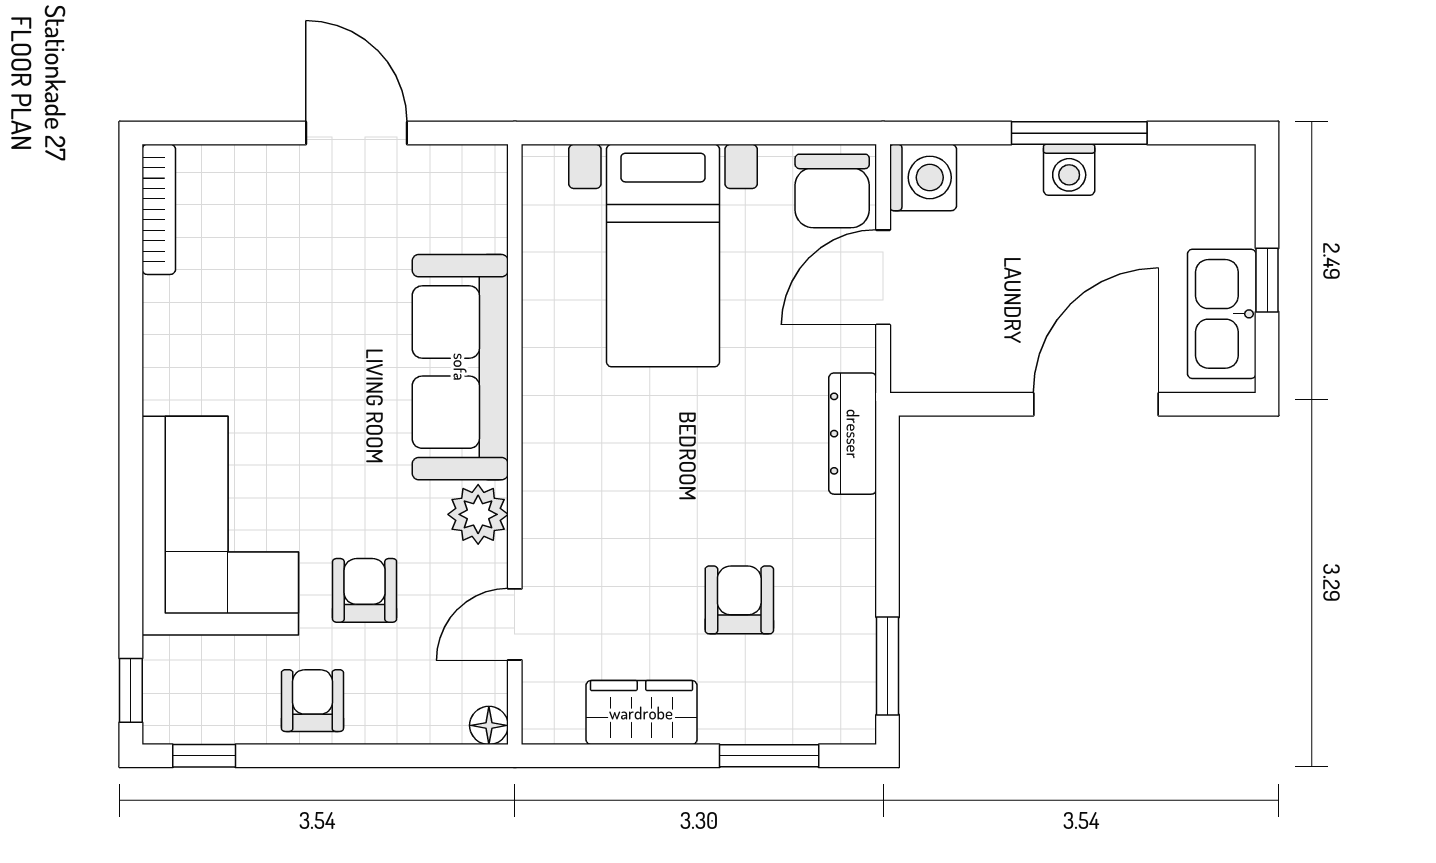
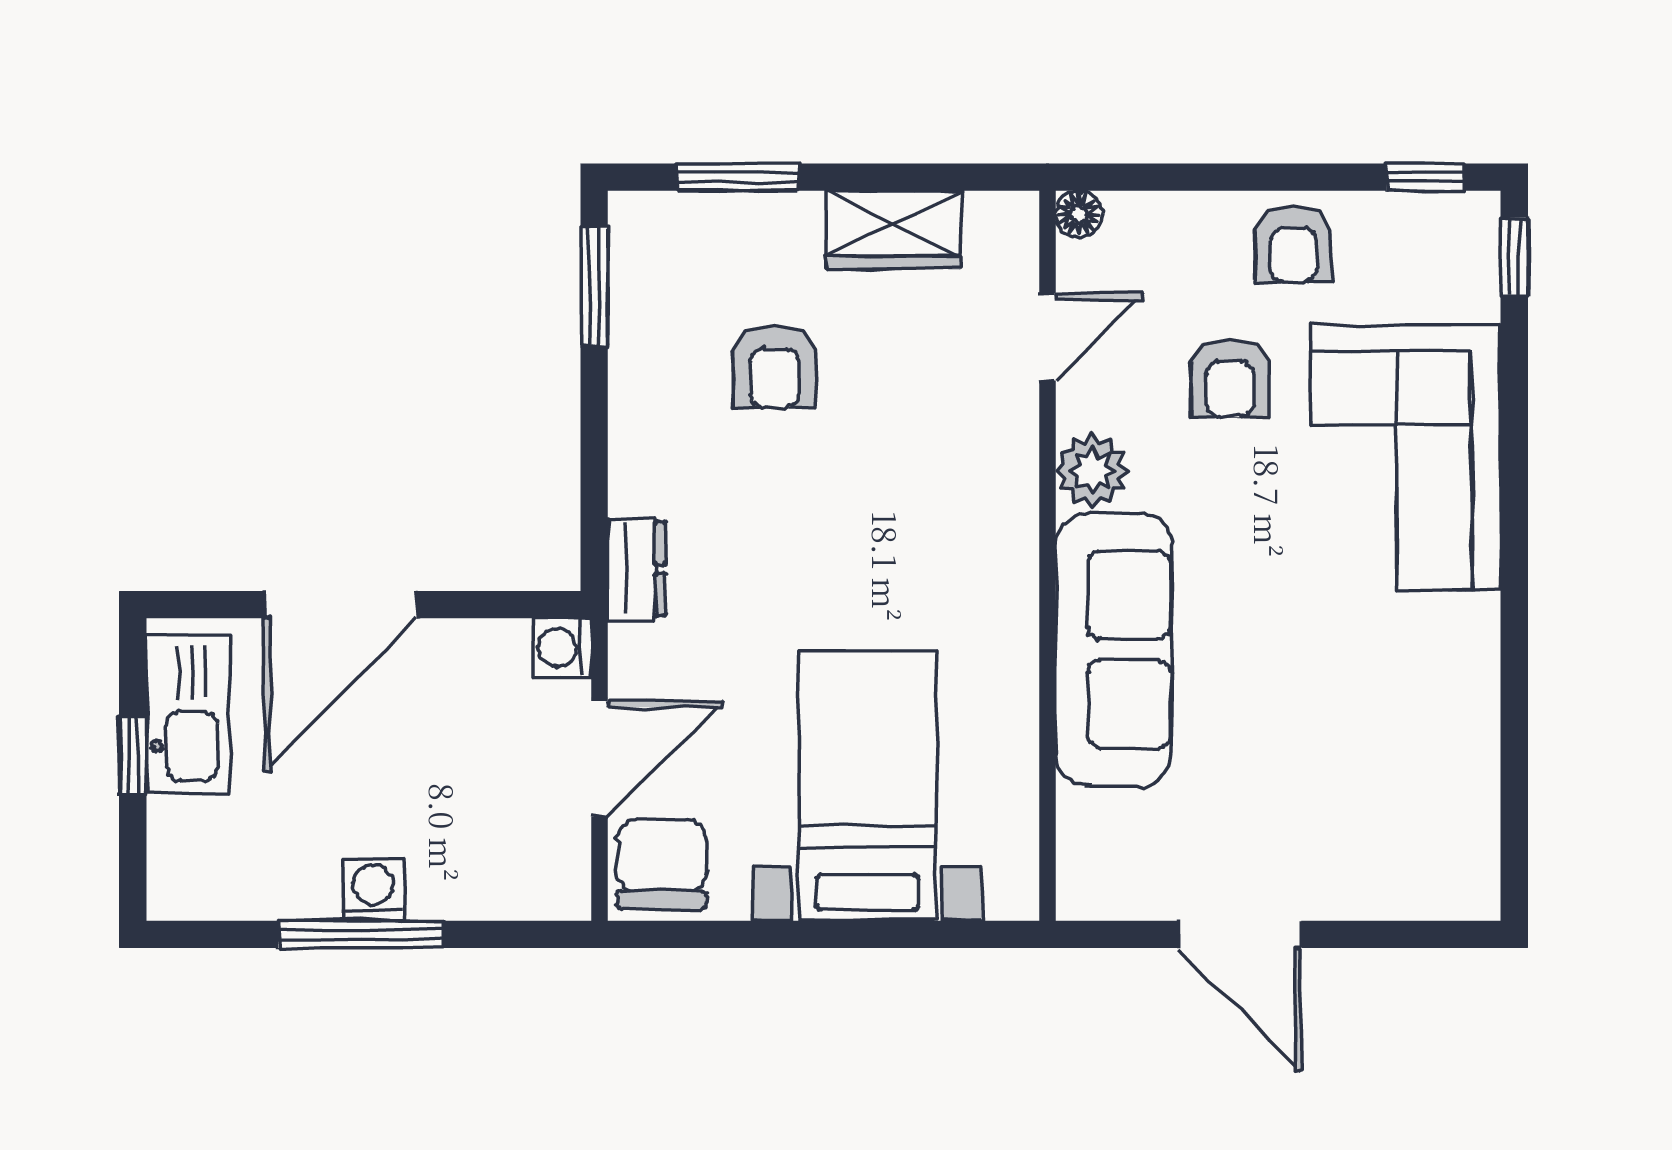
washing machine: (923, 177) -> (562, 648), moved, width x0.73, depth x0.73
bookcase: (159, 209) -> (1480, 842), removed
dresser: (853, 434) -> (637, 569), width x0.70

